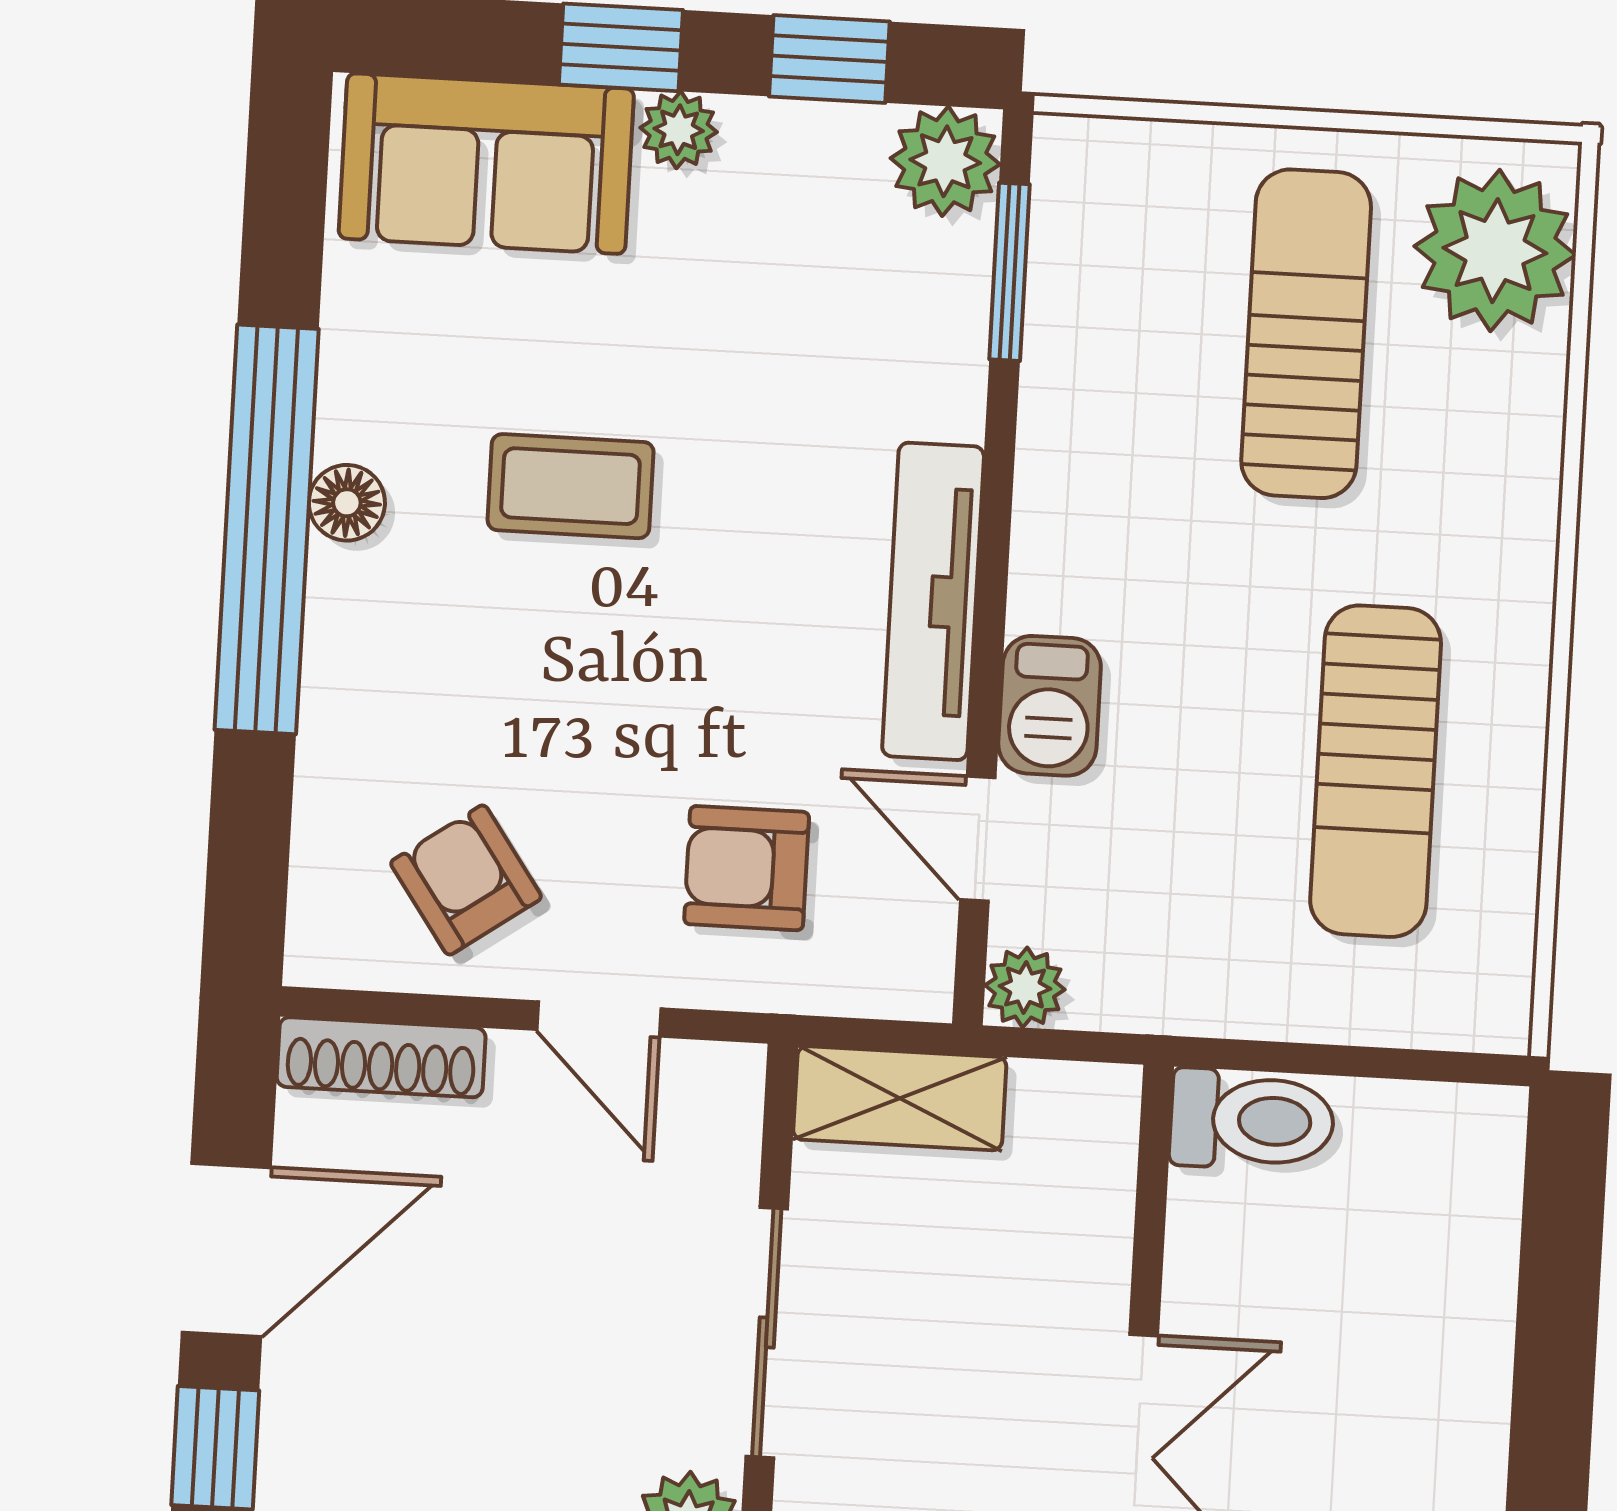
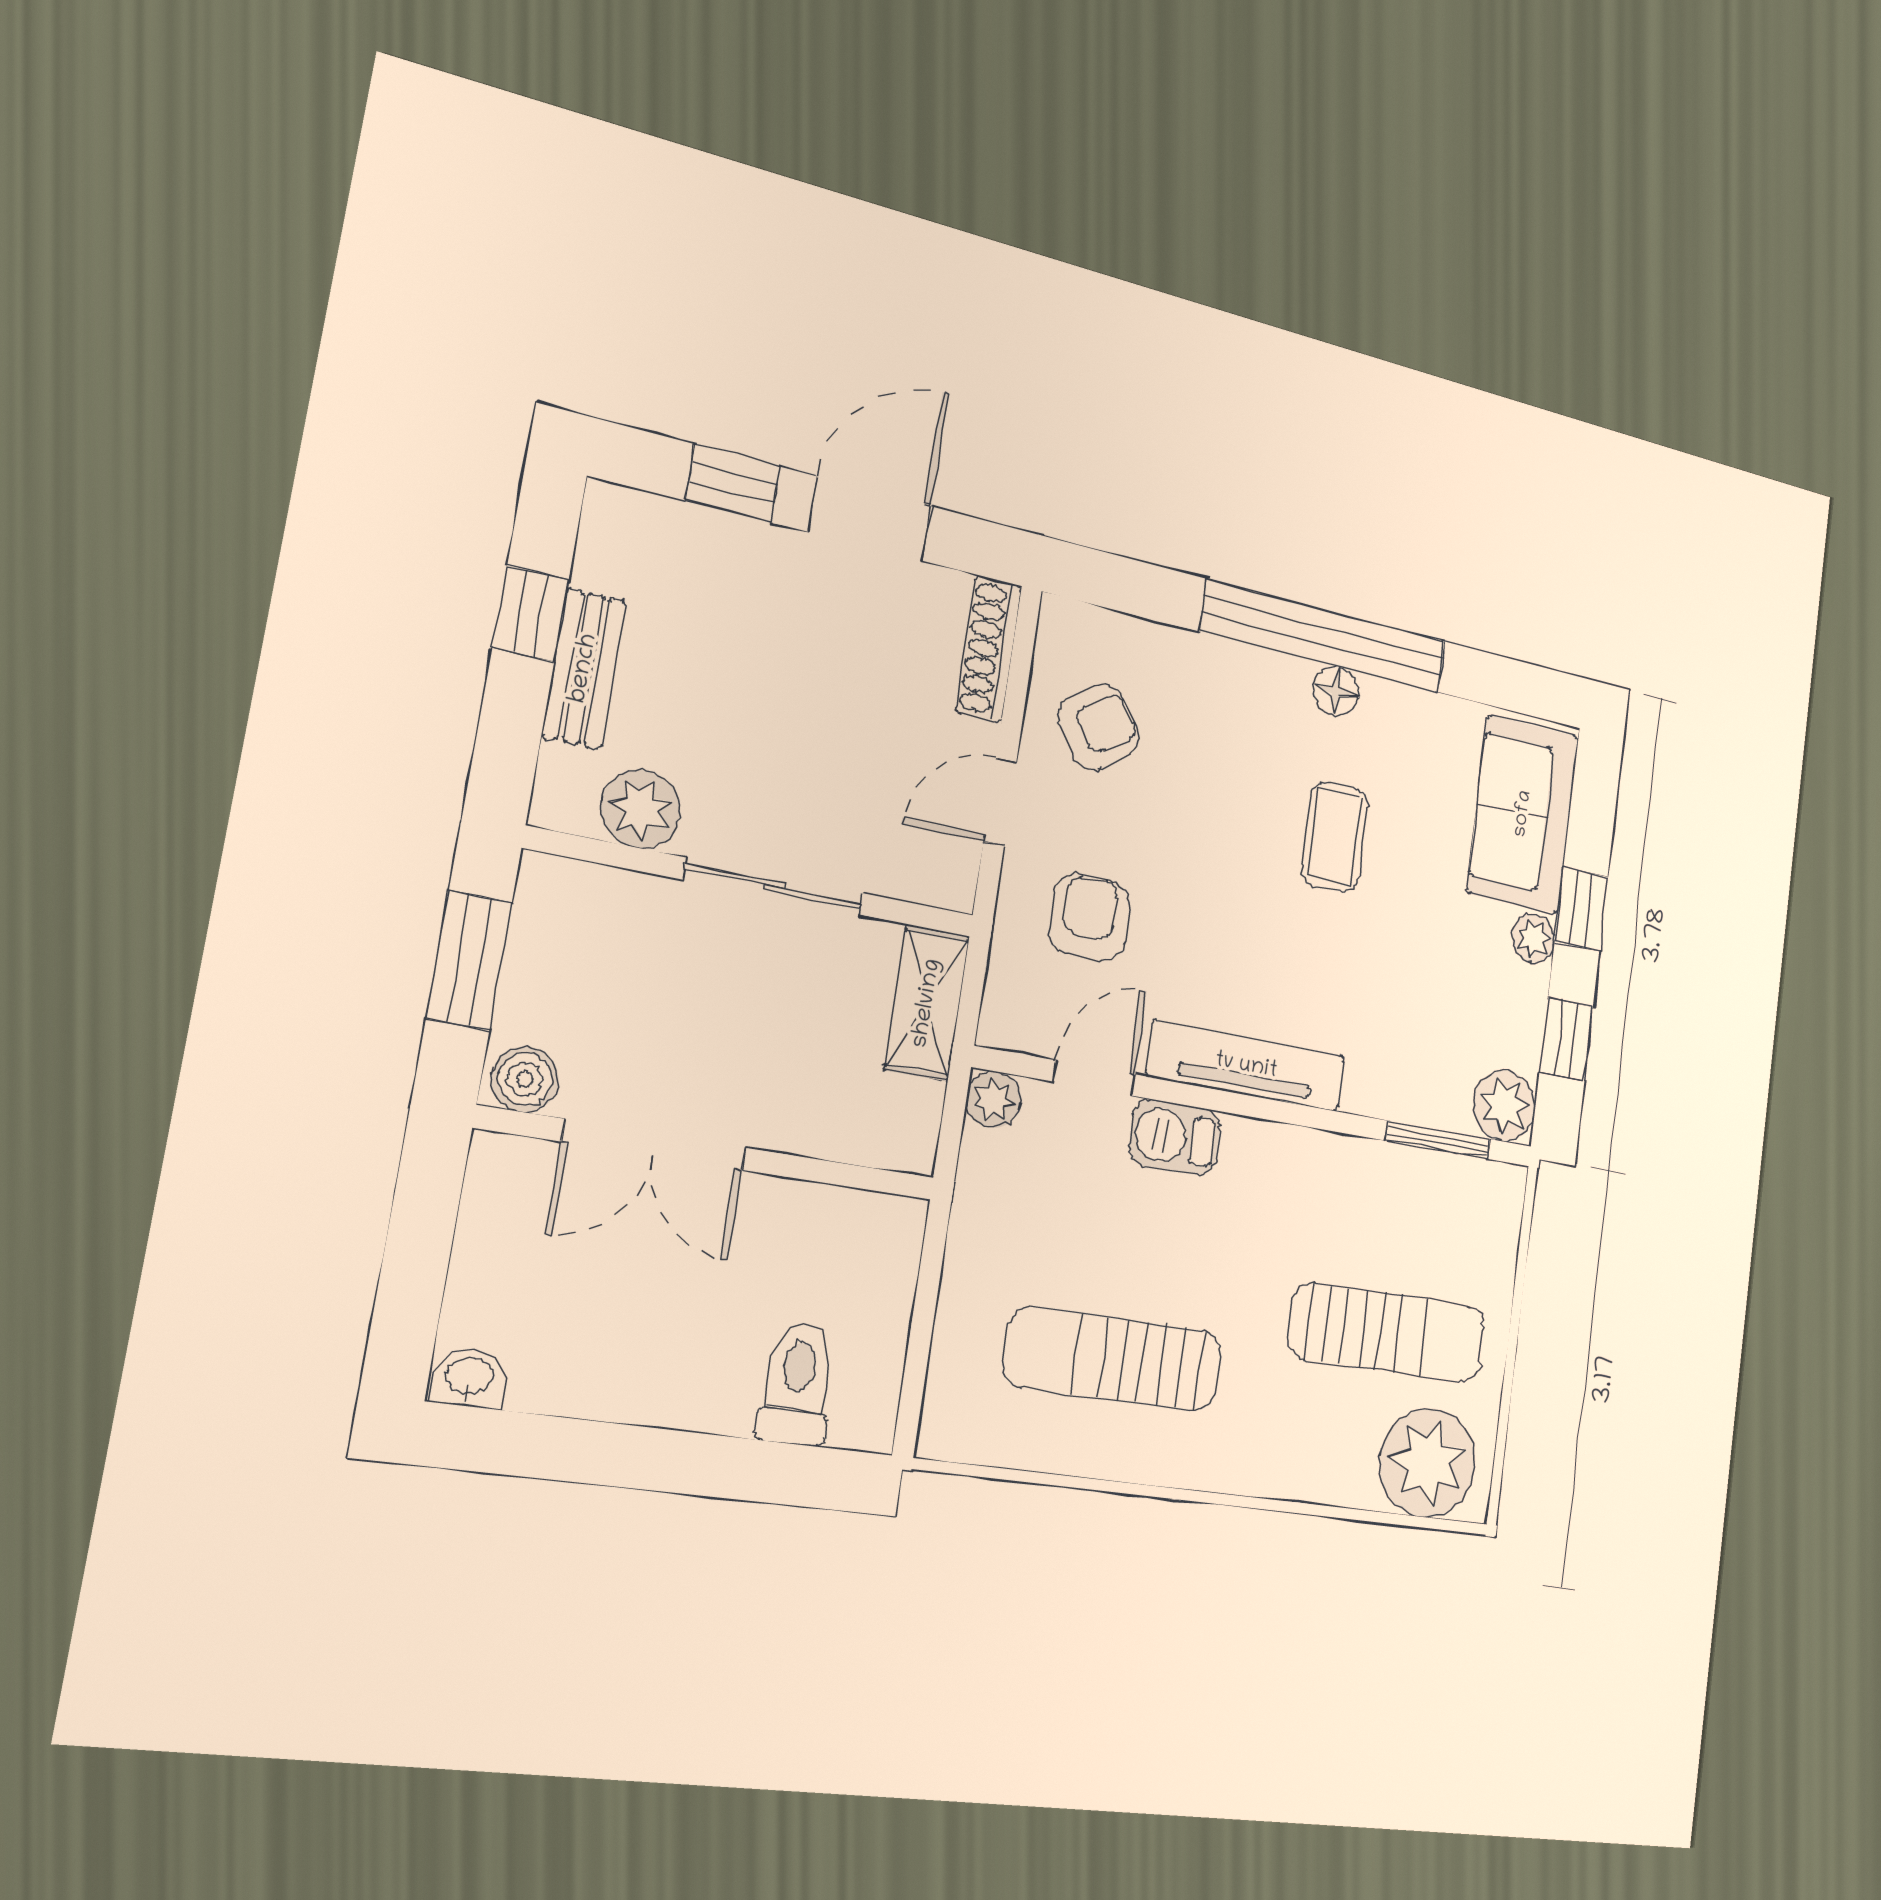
toilet: (1252, 1120) -> (797, 1384), moved, turned 180
door: (226, 1250) -> (870, 519), swing flipped

